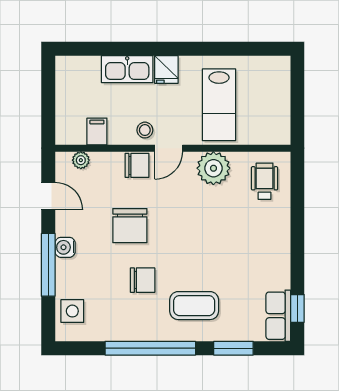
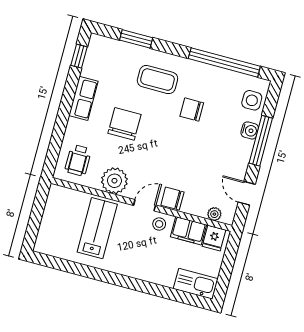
kitchen sink: (127, 69) -> (196, 284), moved
fridge: (166, 70) -> (214, 238), moved, turned 180
filing cabinet: (97, 131) -> (188, 231), width x2.00
chair: (130, 226) -> (124, 124), moved
water cooler: (65, 247) -> (250, 130), moved
row of seats: (278, 316) -> (83, 98), moved
window: (150, 348) -> (224, 62), moved

